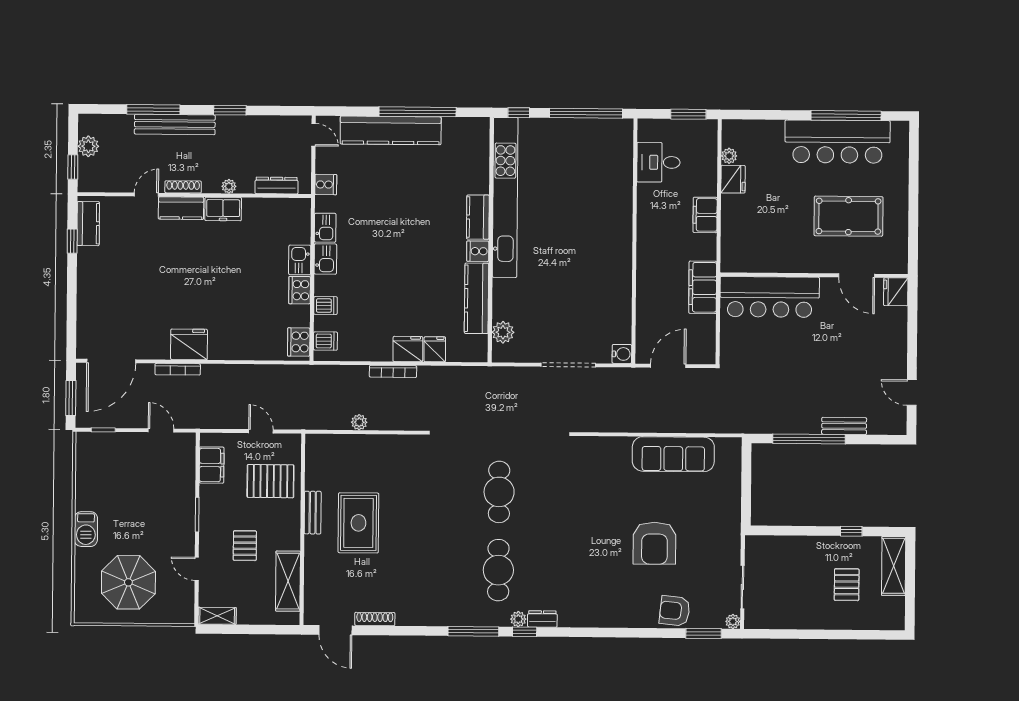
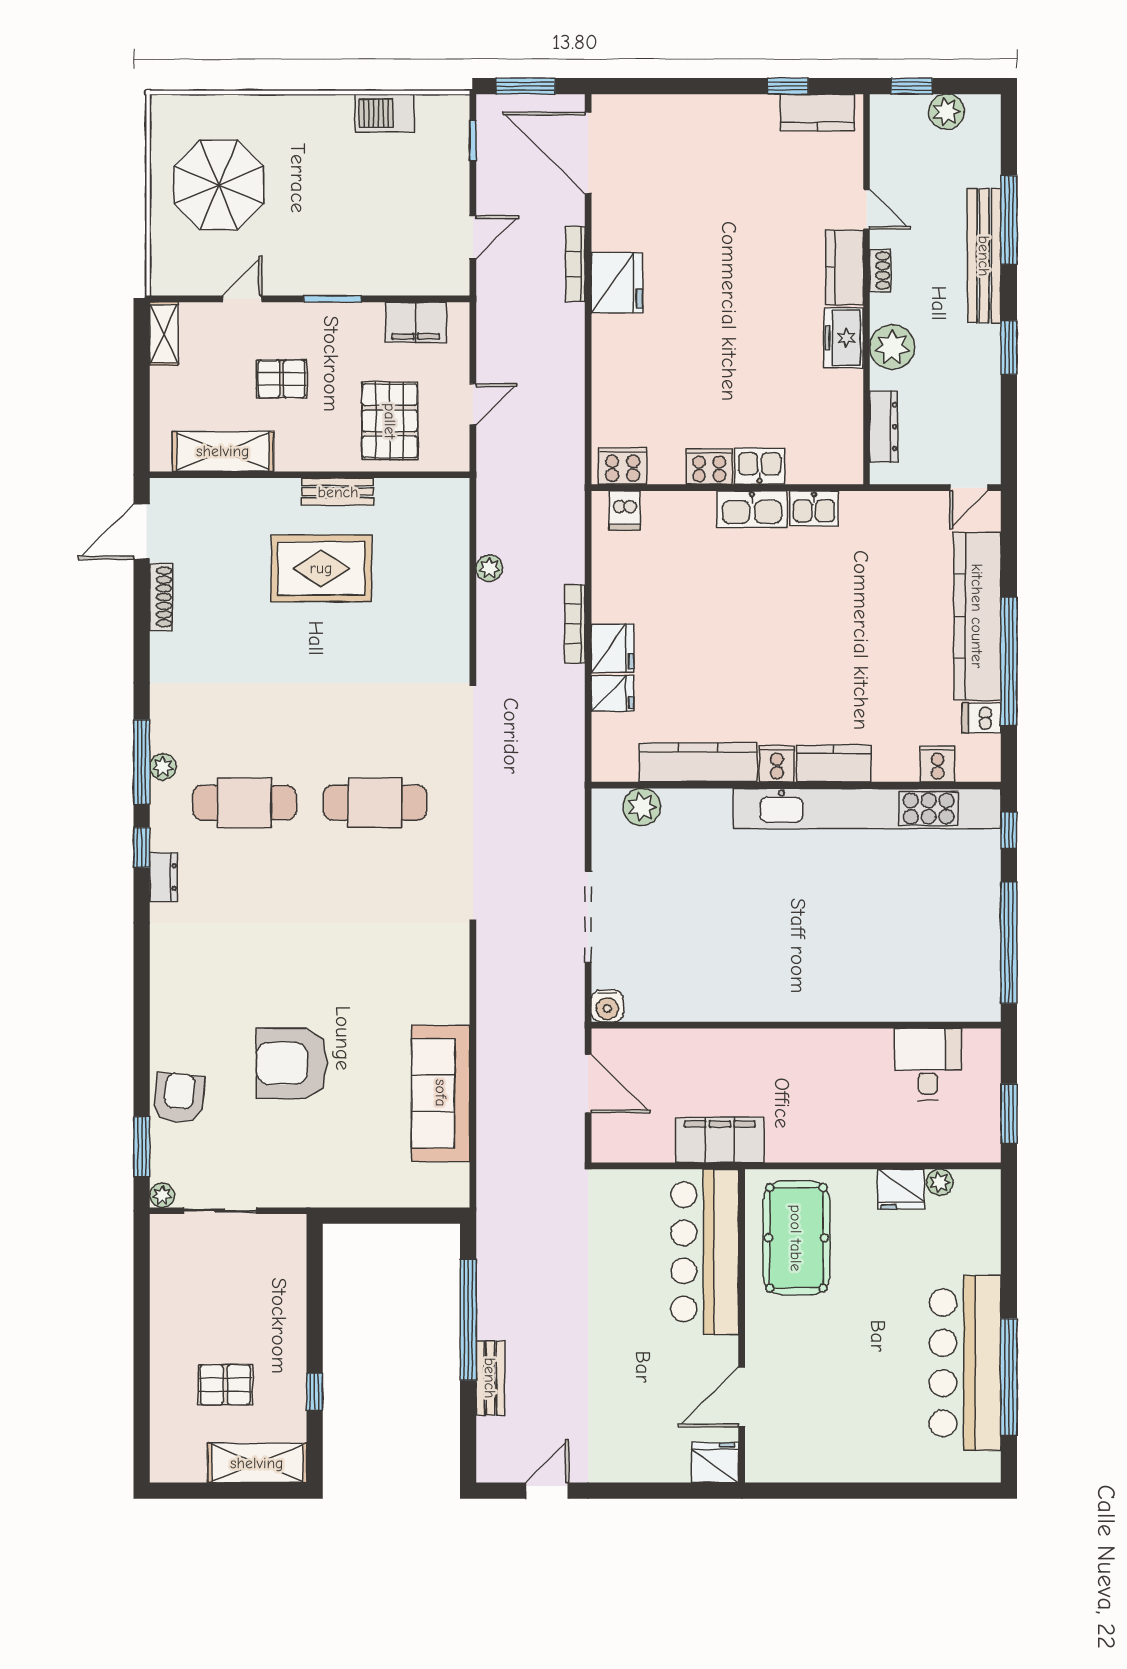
cooker: (326, 185) -> (938, 764), moved, turned 180
plant: (229, 186) -> (892, 347), width x1.87, depth x1.87
shoe rack: (183, 187) -> (880, 271), width x0.70
filing cabinet: (705, 215) -> (841, 1143), removed
pool table: (848, 216) -> (796, 1238), moved
kitchen sink: (325, 259) -> (752, 509), width x1.38
dishwasher: (326, 306) -> (981, 718), moved, turned 90
barbecue: (86, 529) -> (385, 113), moved
plant: (518, 619) -> (163, 767), moved

